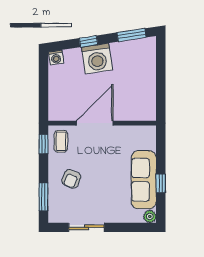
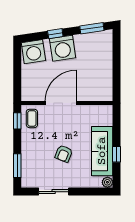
washing machine: (56, 58) -> (33, 52), width x1.89, depth x1.89
armchair: (71, 179) -> (64, 154), moved

